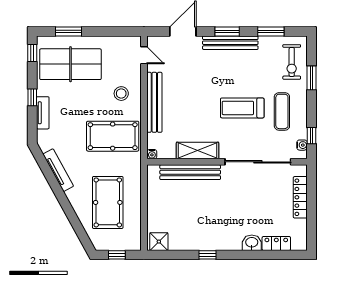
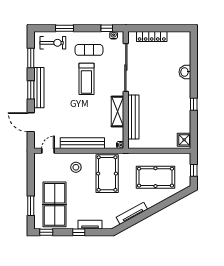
locker: (276, 243) -> (185, 54), removed

